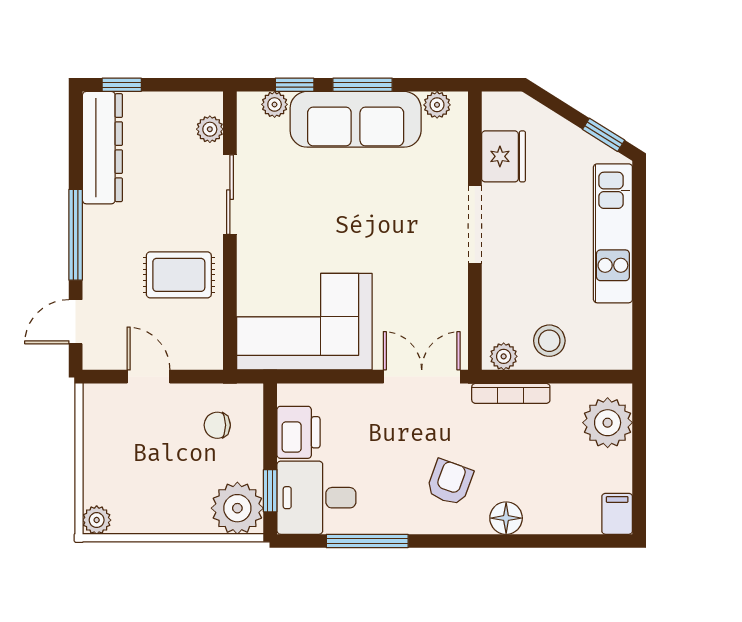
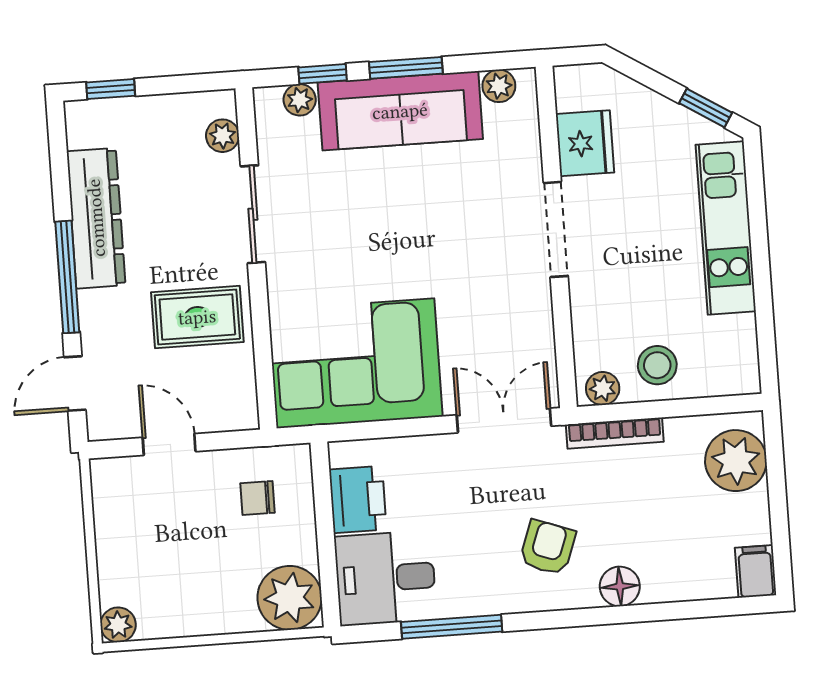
dresser: (102, 148) -> (96, 218), moved
window: (270, 491) -> (328, 574), removed

